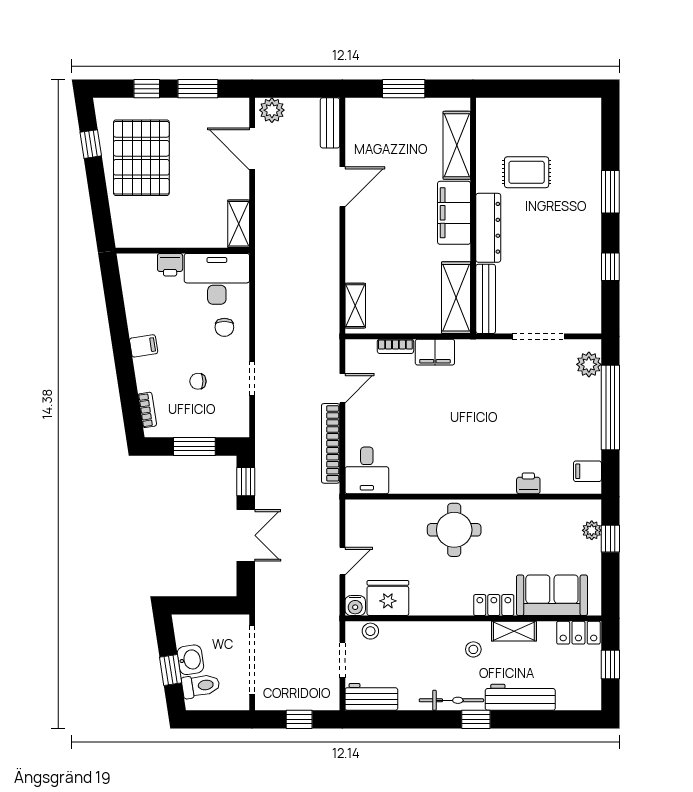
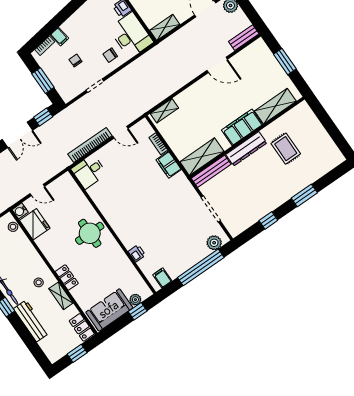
filing cabinet: (144, 346) -> (59, 37), moved
sofa: (552, 595) -> (109, 310), moved, turned -90

